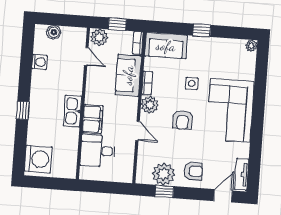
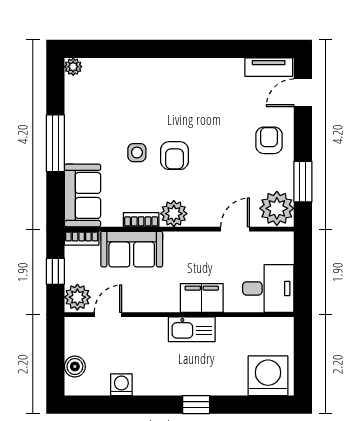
window: (202, 30) -> (55, 143), width x2.17
corner sofa: (230, 110) -> (173, 91), removed
armchair: (183, 120) -> (174, 156), moved, turned 90
door: (138, 131) -> (235, 229), moved
desk: (98, 151) -> (268, 288), moved, turned -90
plant: (164, 174) -> (277, 208), moved
window: (164, 191) -> (303, 182), width x1.50
door: (223, 196) -> (303, 93), hinge flipped

